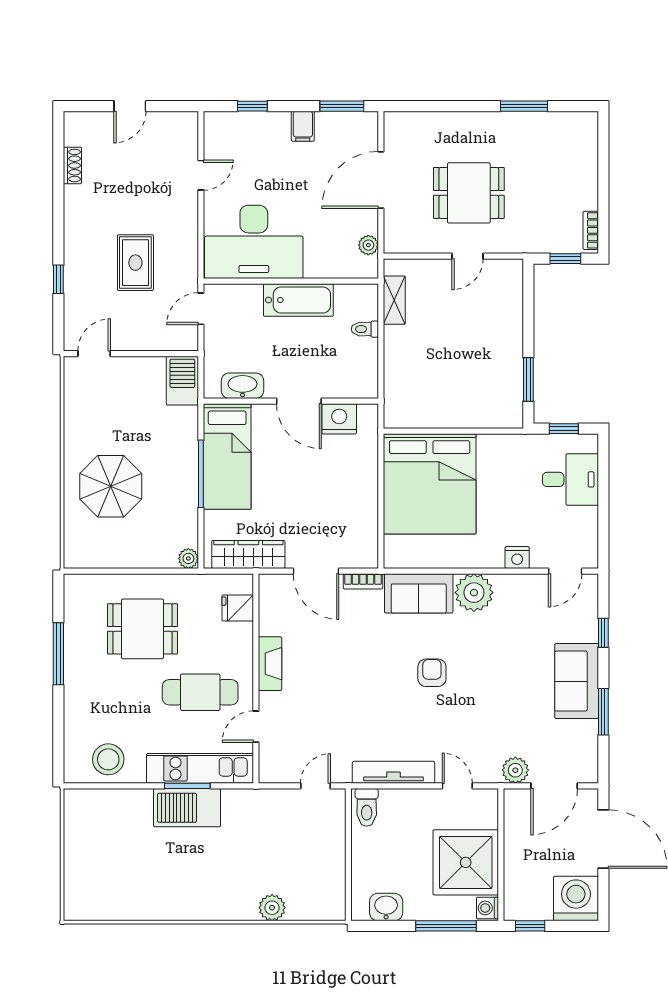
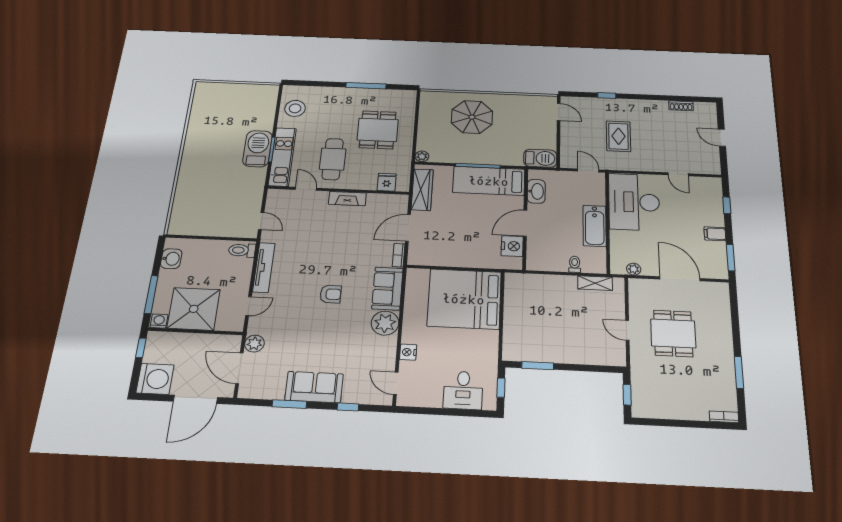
bookcase: (591, 230) -> (724, 417), moved
rug: (135, 263) -> (618, 136), turned 90
plant: (272, 908) -> (183, 193), removed

